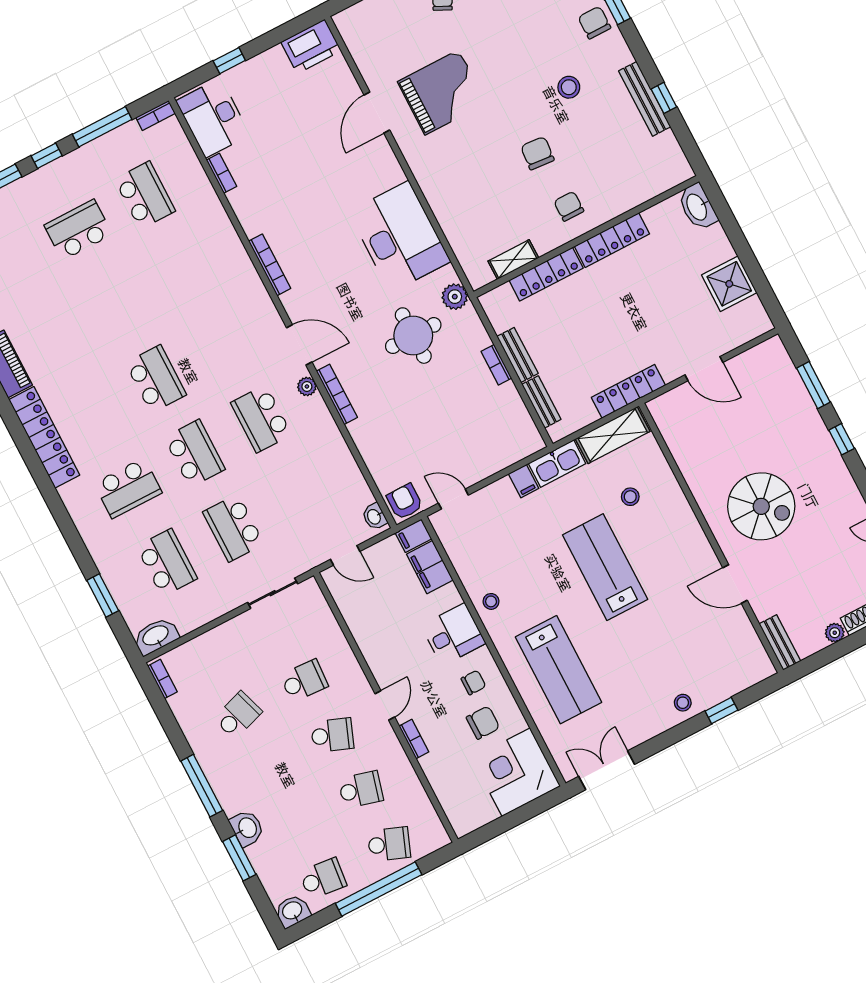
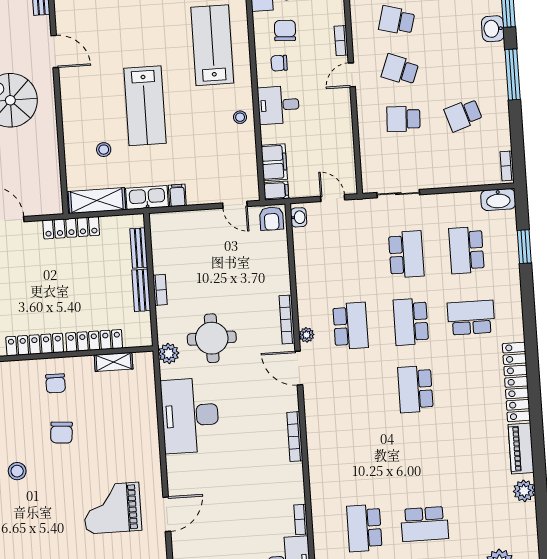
chair: (483, 723) -> (285, 30), turned 93

